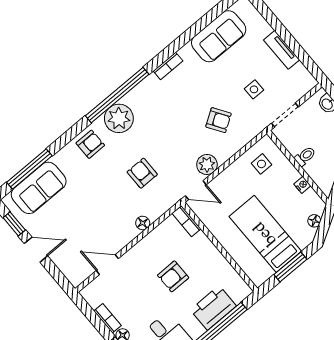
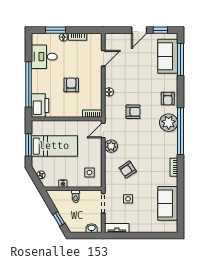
tv unit: (282, 50) -> (117, 228), moved
printer: (213, 308) -> (40, 106), moved

